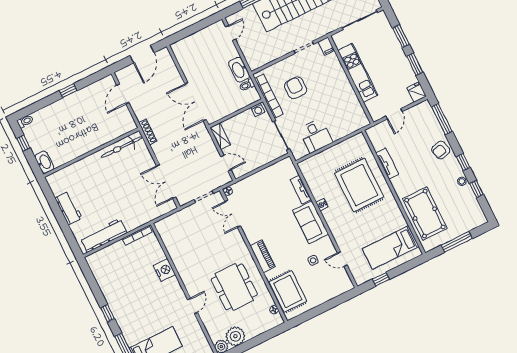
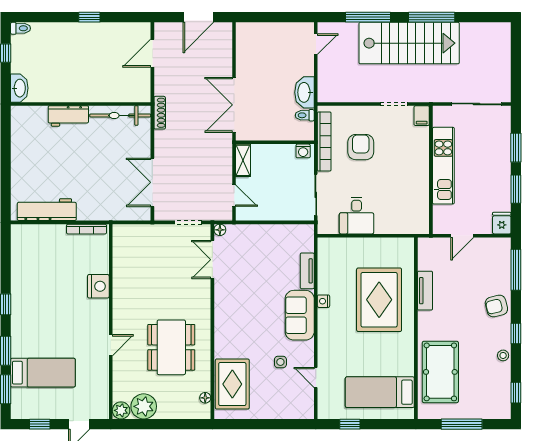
window: (476, 189) -> (516, 393), moved
workbench: (68, 208) -> (68, 116), moved, turned 90
piano: (263, 256) -> (223, 327), removed

